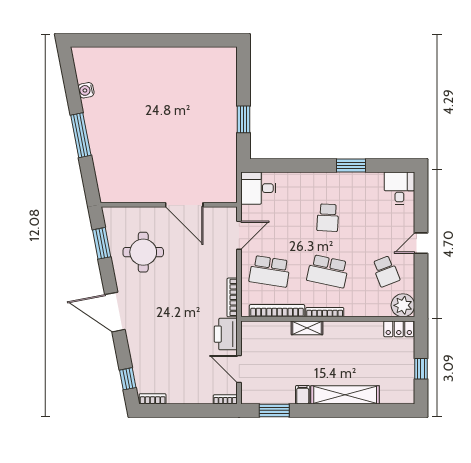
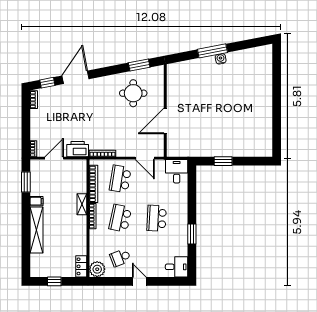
water cooler: (86, 90) -> (221, 59), moved
school desk: (328, 218) -> (157, 218), width x1.85
door: (115, 312) -> (75, 77), moved

